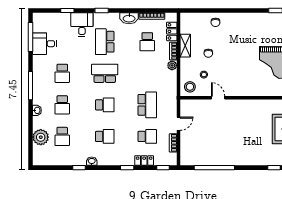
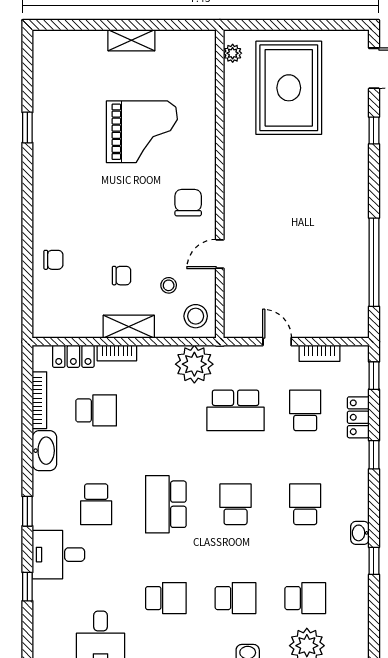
school desk: (105, 42) -> (96, 504), width x0.54
shelving: (185, 46) -> (129, 327), moved
plant: (172, 65) -> (194, 364), moved, width x1.87, depth x1.87
chair: (241, 83) -> (188, 203), added
school desk: (147, 105) -> (236, 410), turned 180

